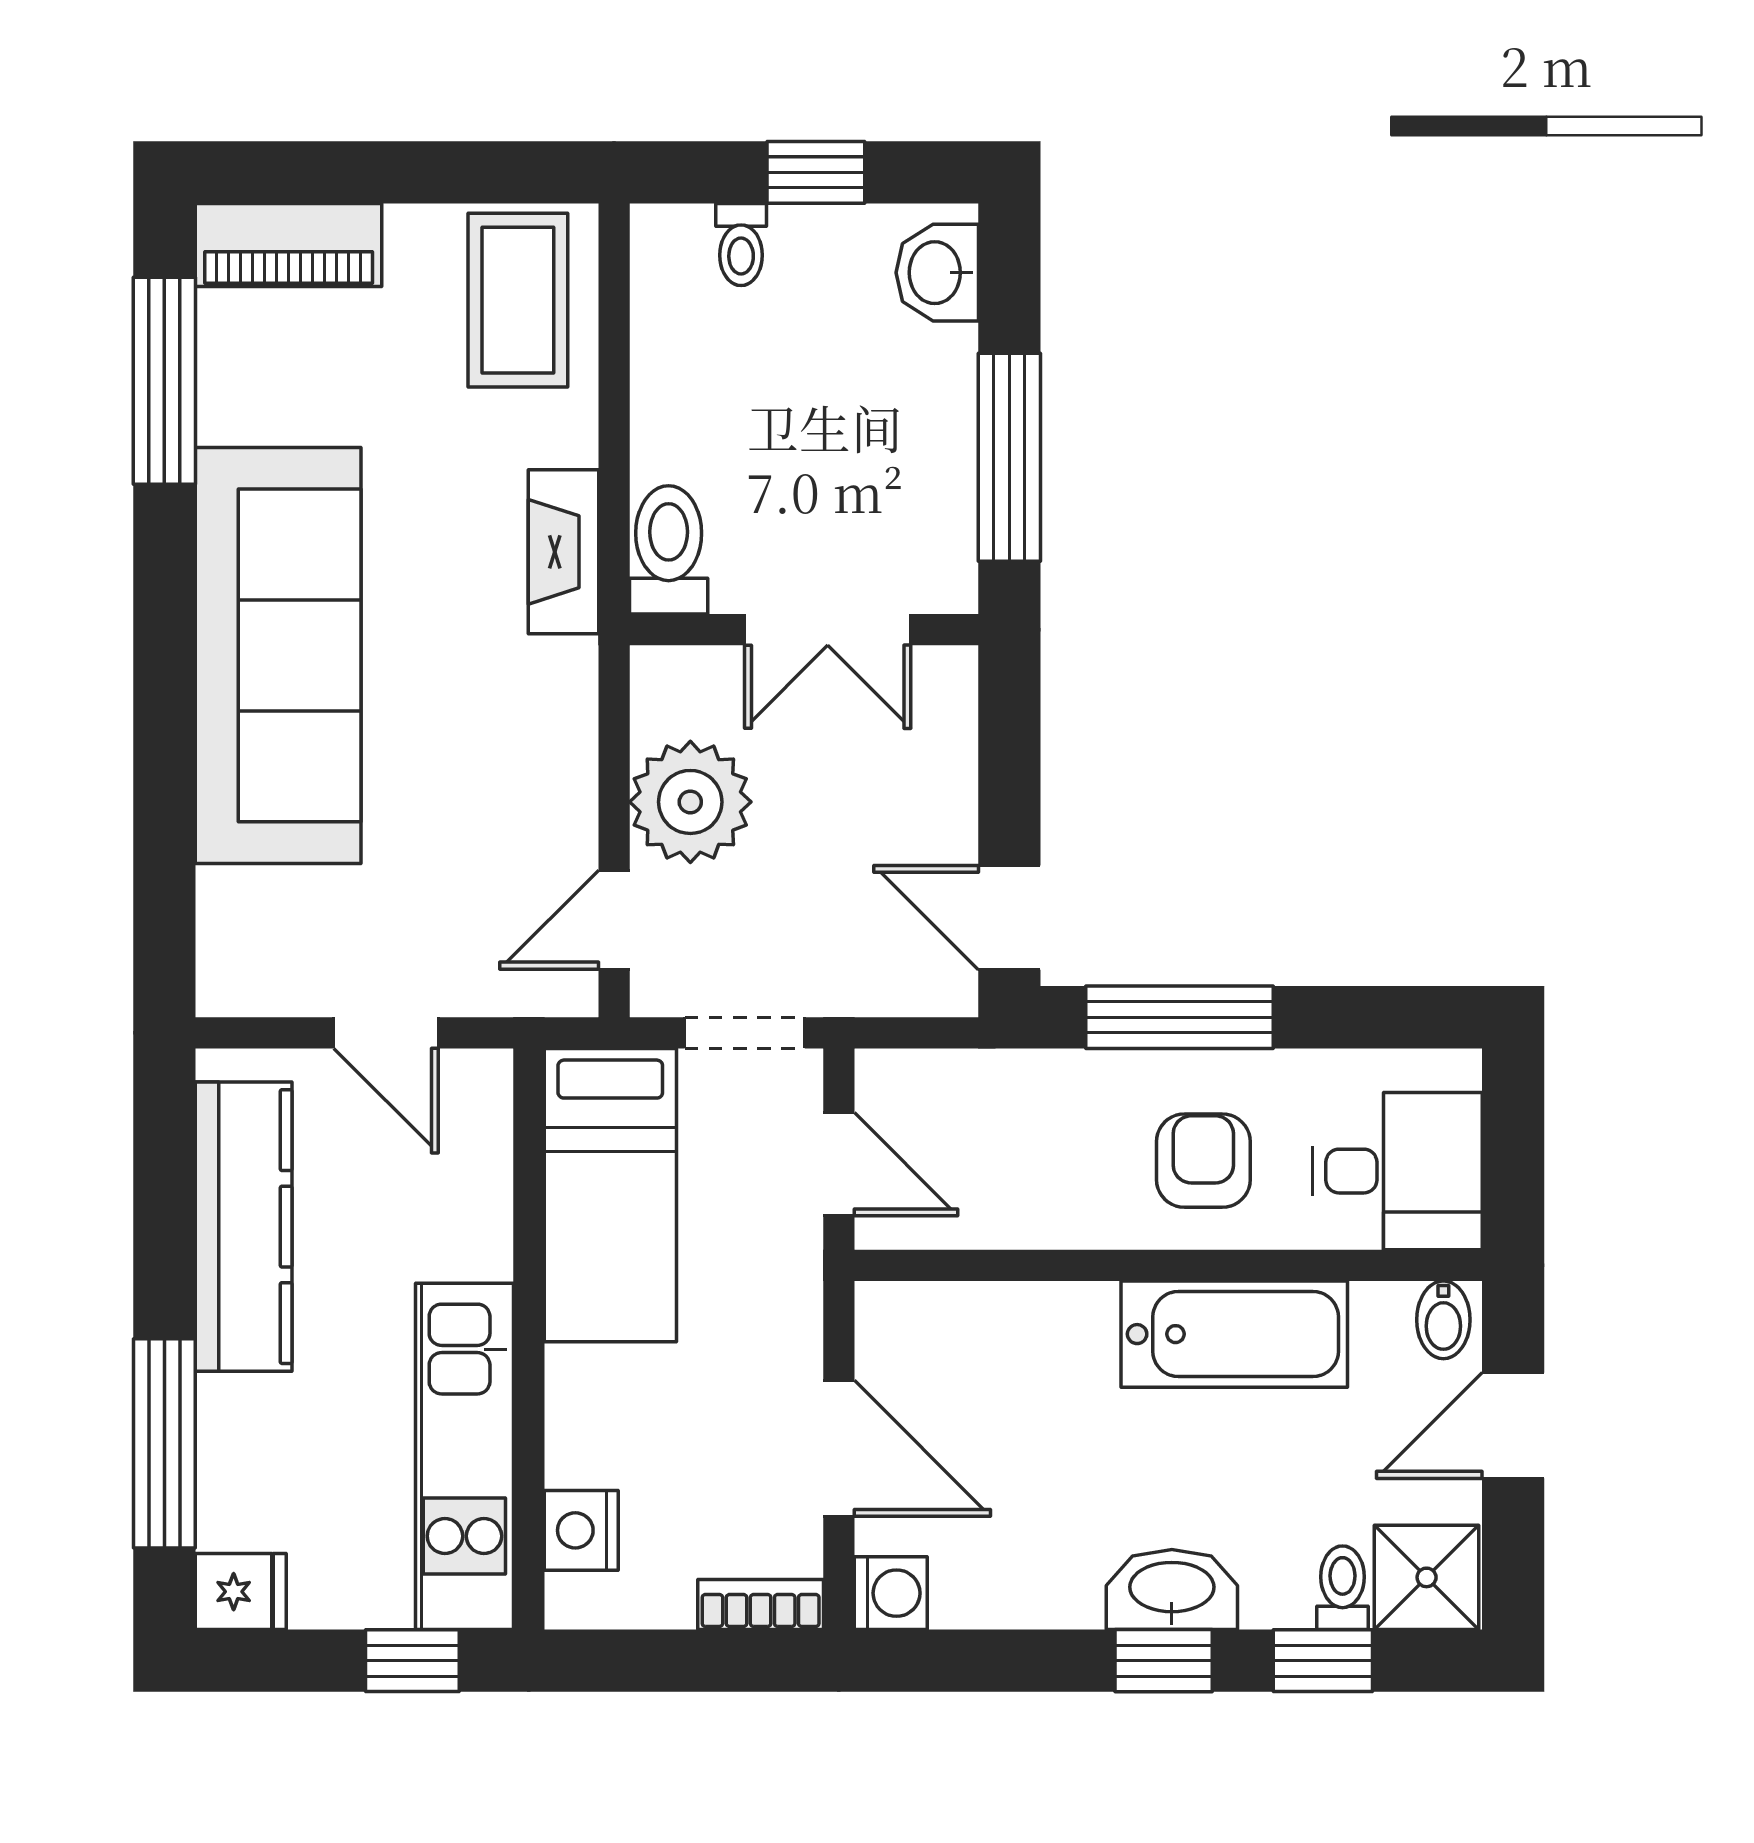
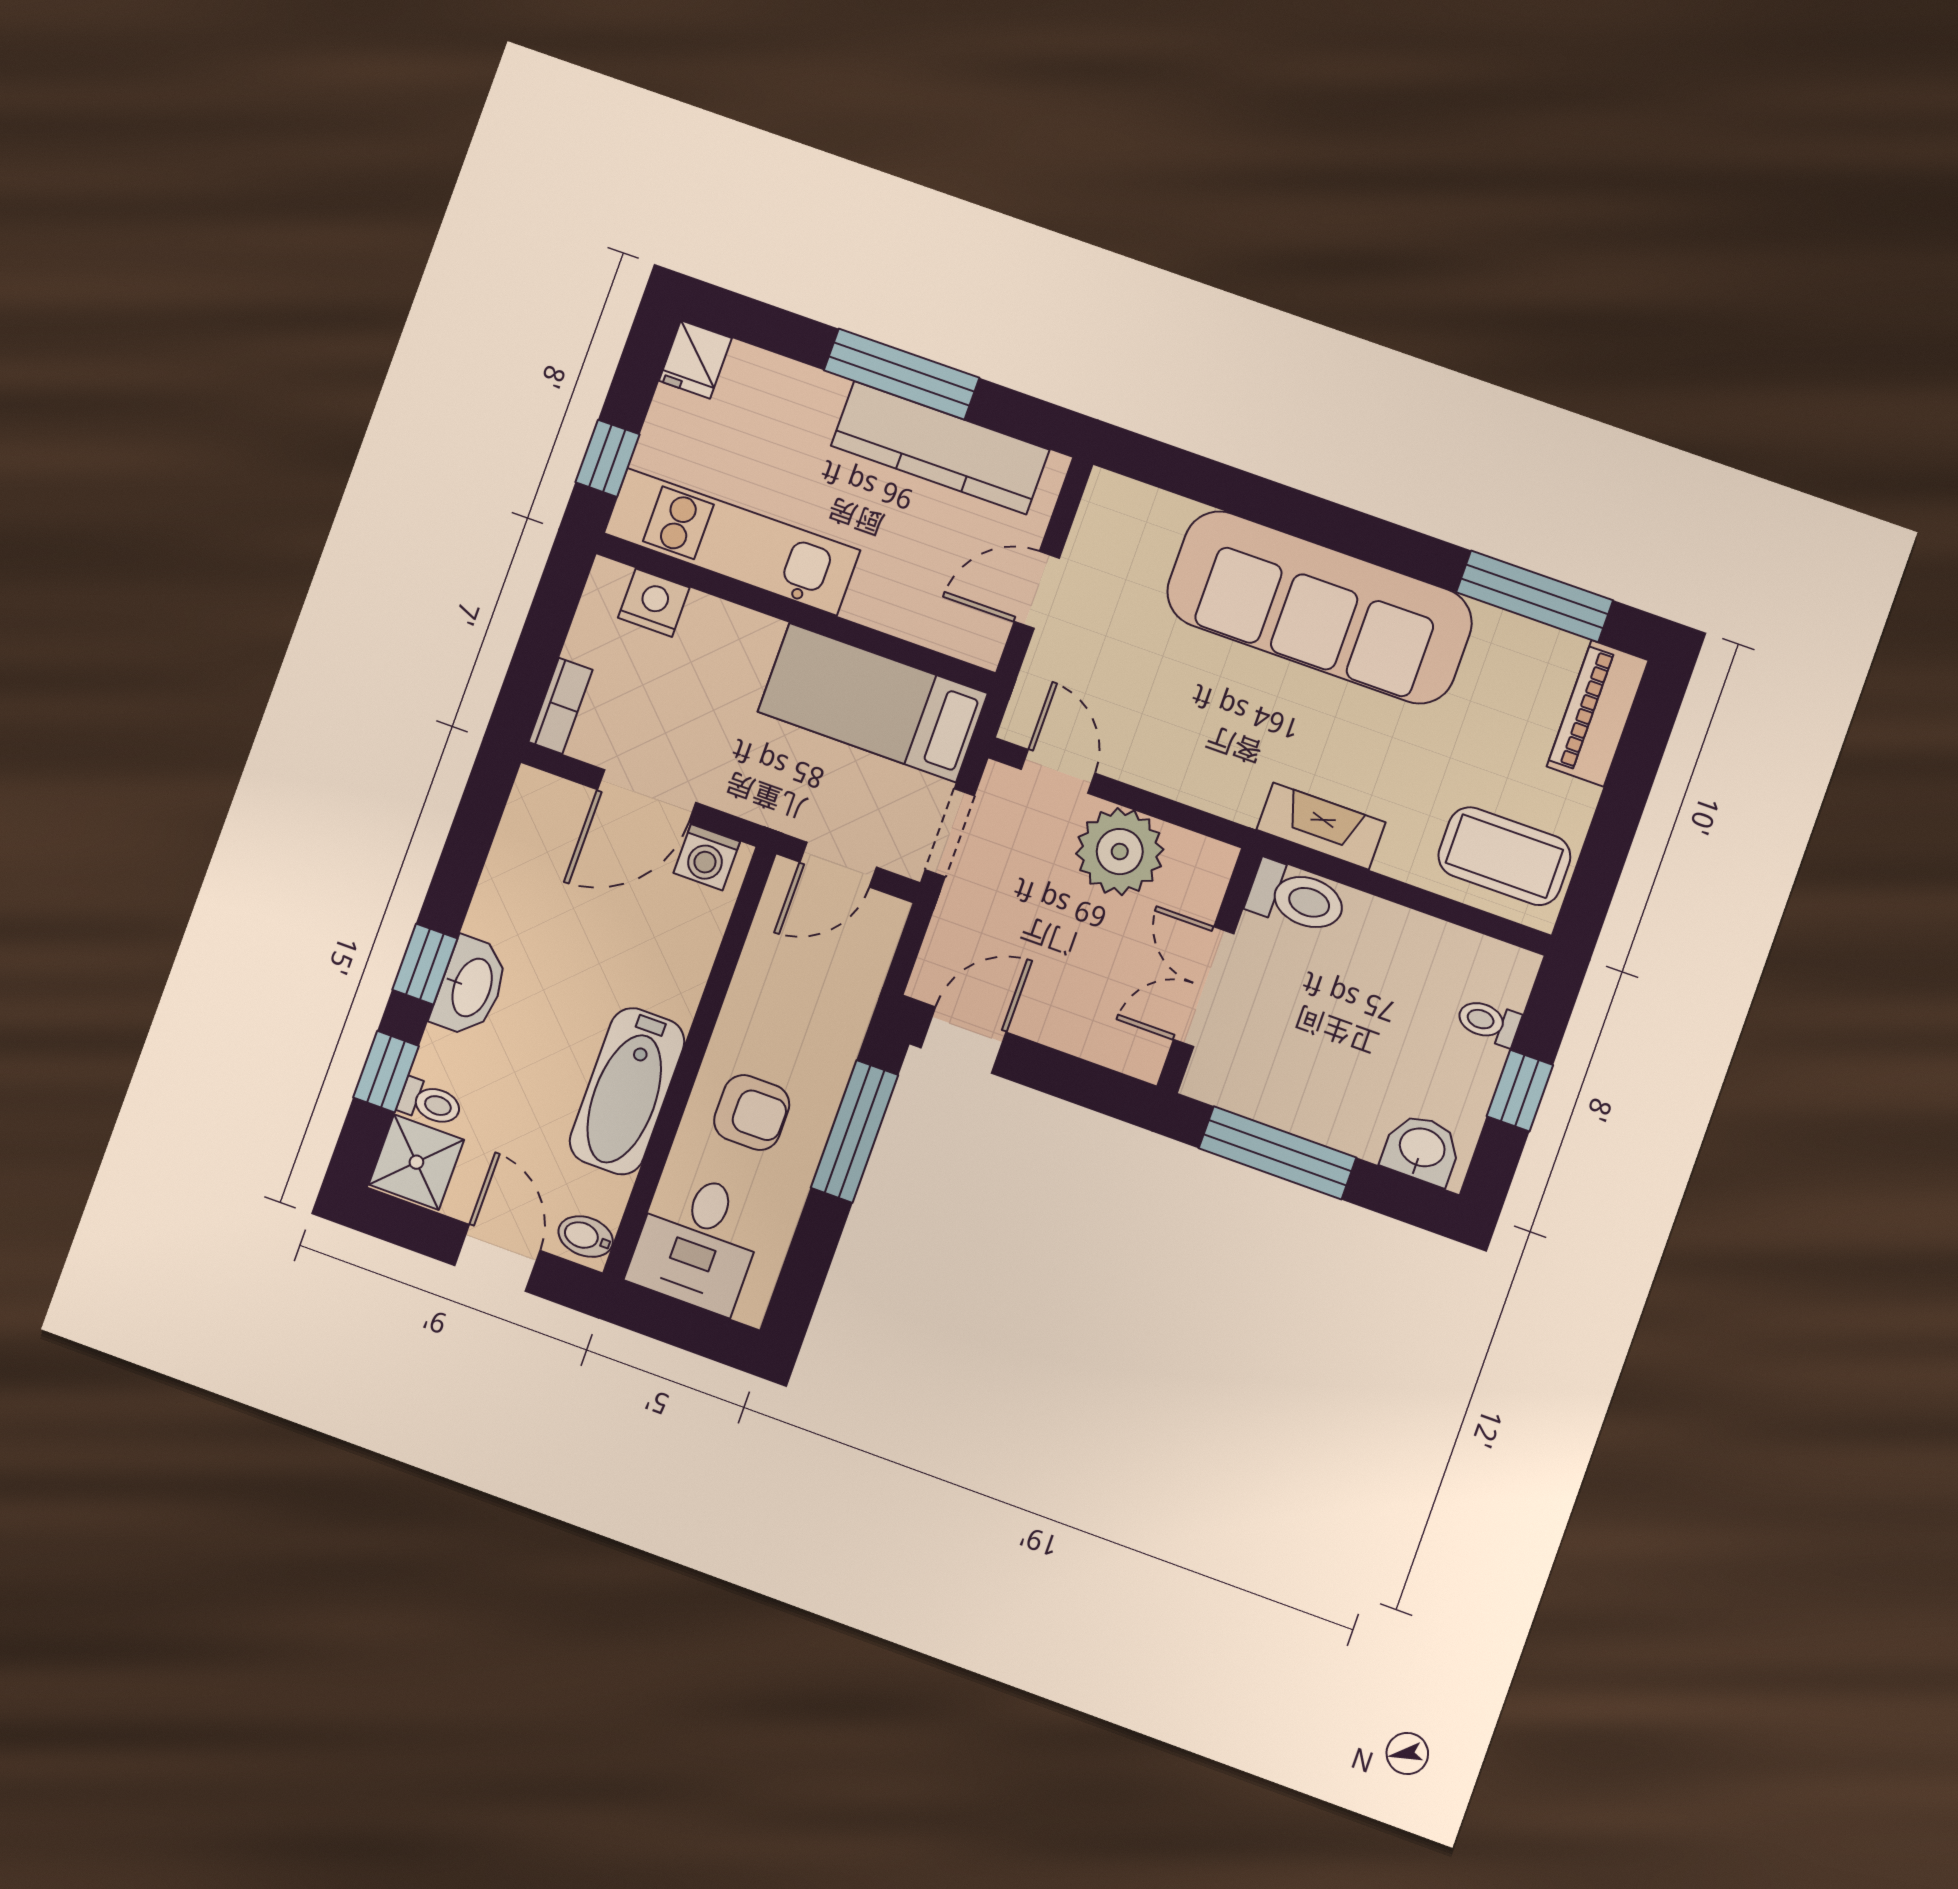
window: (164, 1443) -> (902, 374), moved
washing machine: (891, 1593) -> (707, 857), moved

